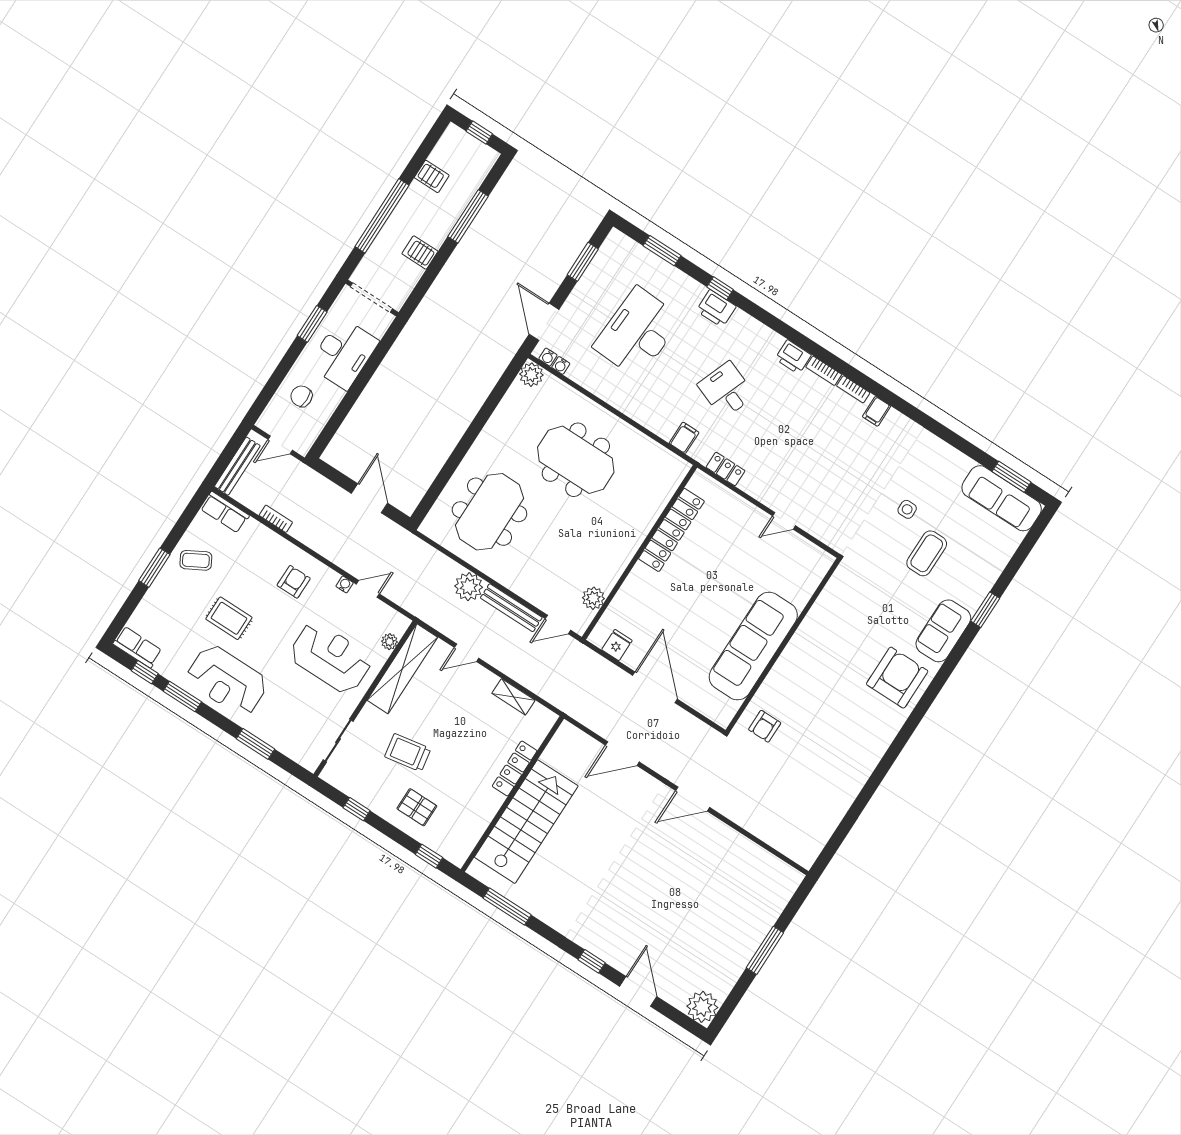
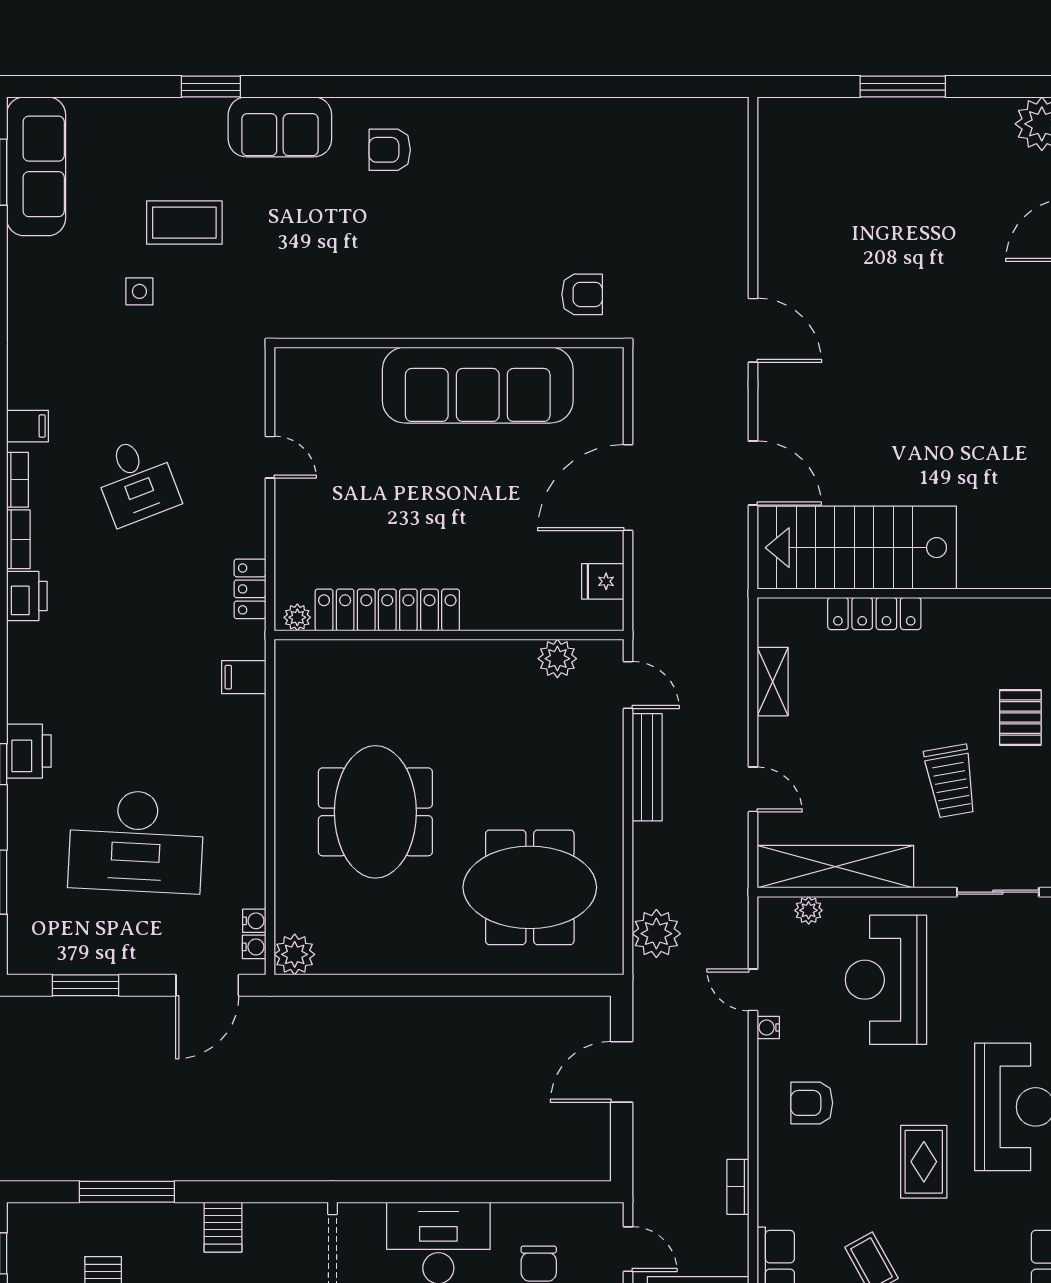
desk: (726, 390) -> (136, 481), moved, turned -42
plant: (696, 483) -> (297, 617), added
plant: (469, 587) -> (656, 934), moved
armchair: (897, 678) -> (390, 150), width x0.53, depth x0.53
stairs: (526, 822) -> (857, 548), moved

